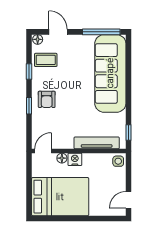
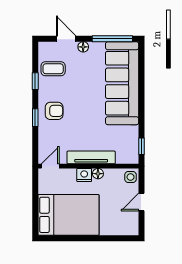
floor lamp: (38, 39) -> (83, 47), moved
armchair: (47, 99) -> (54, 111), turned -90
tv unit: (97, 143) -> (91, 157), moved
floor lamp: (62, 158) -> (98, 174), moved
door: (128, 200) -> (142, 202), moved

